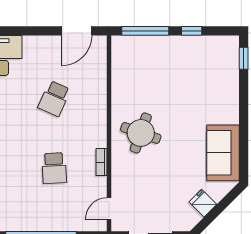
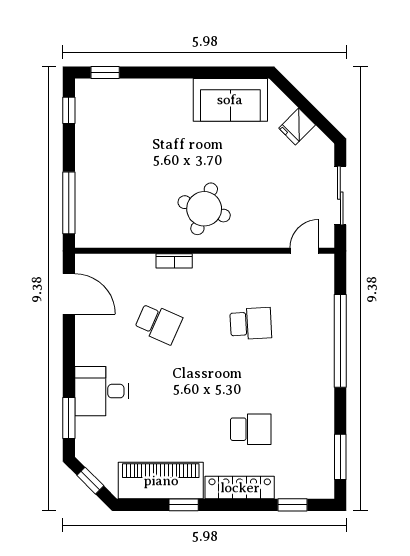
window: (192, 31) -> (69, 110), moved
bookcase: (101, 162) -> (174, 261), moved
door: (109, 209) -> (304, 251), swing flipped

